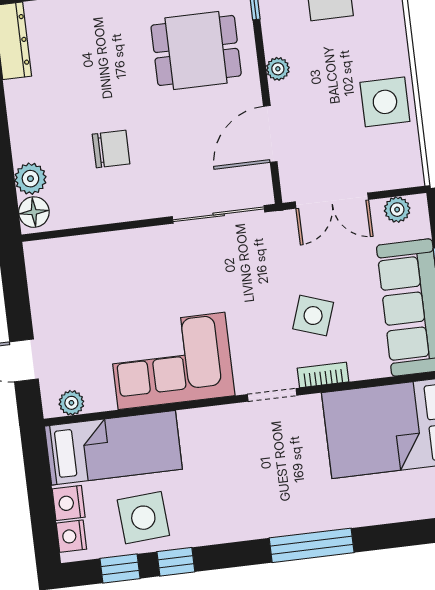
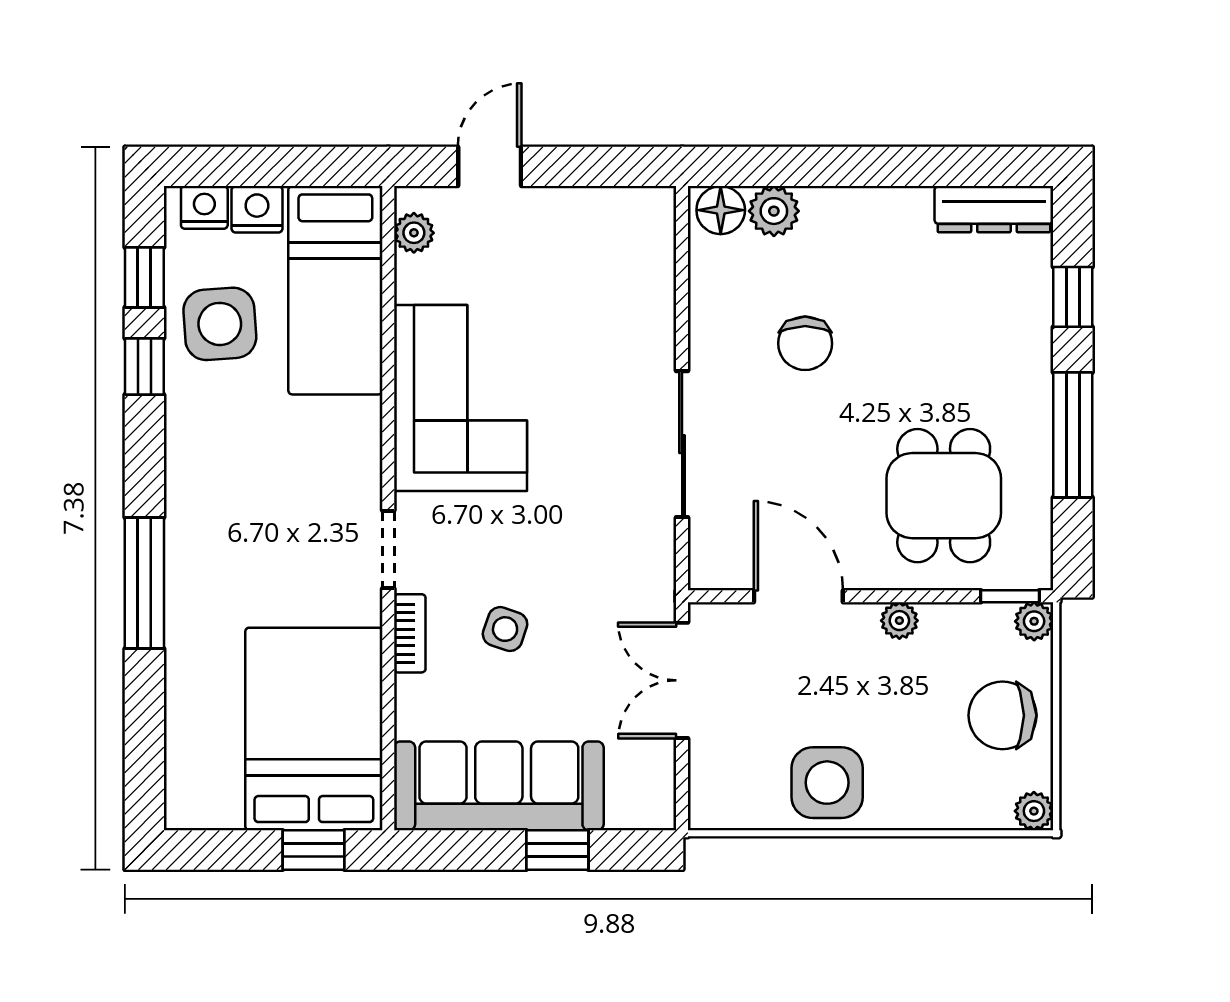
plant: (397, 210) -> (656, 781), removed
sliding door: (219, 214) -> (682, 444), moved
side table: (313, 316) -> (505, 629), width x0.73, depth x0.73

